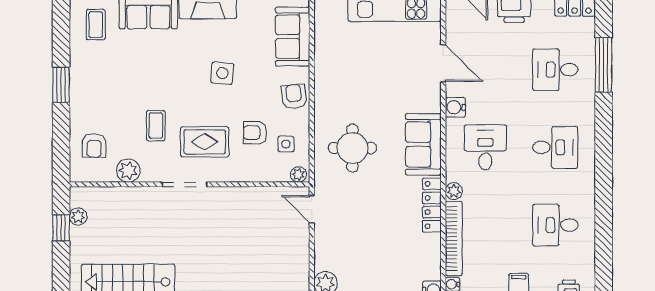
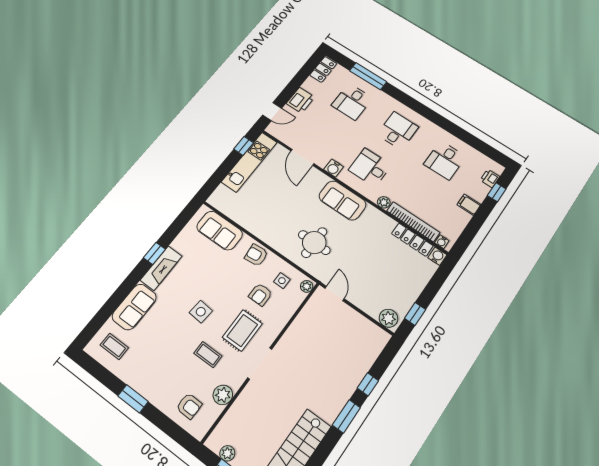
door: (443, 63) -> (302, 157), swing flipped
side table: (222, 73) -> (201, 312), moved
locker: (432, 205) -> (412, 240), moved
door: (312, 209) -> (335, 294), swing flipped

